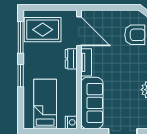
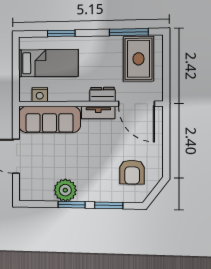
door: (79, 31) -> (136, 104), hinge flipped
window: (21, 76) -> (61, 33), moved
nightstand: (71, 122) -> (40, 95), moved

